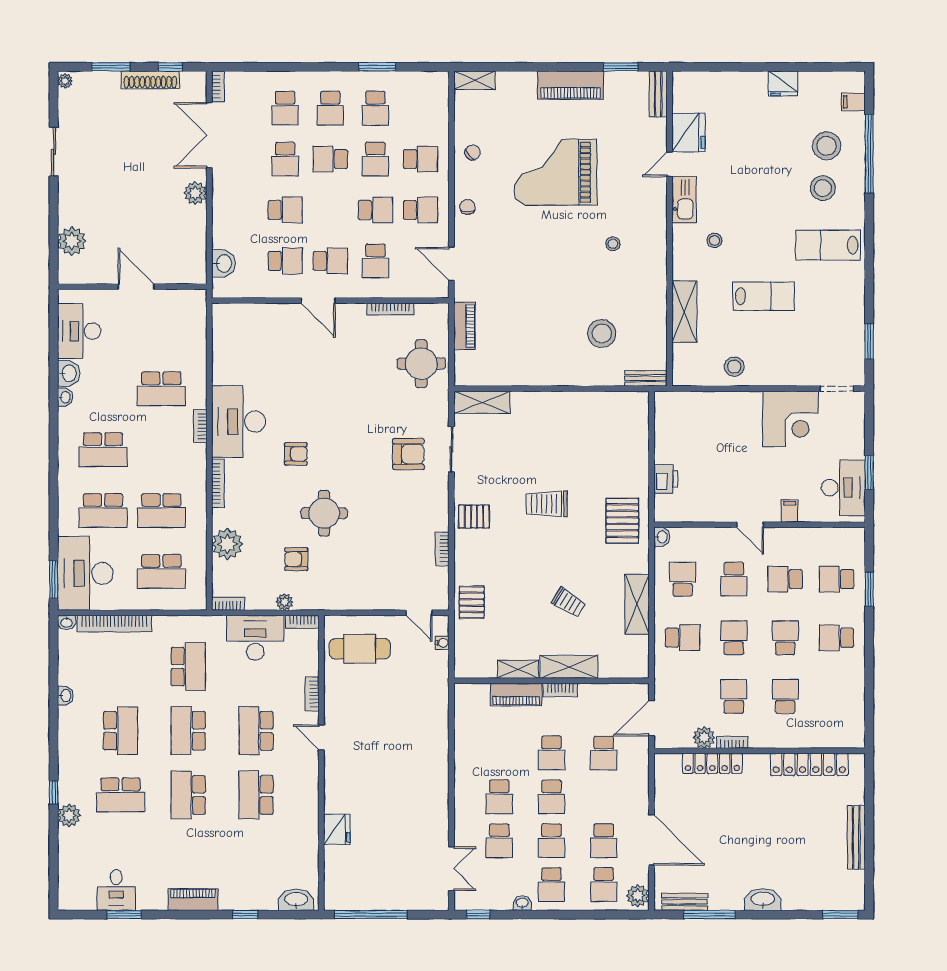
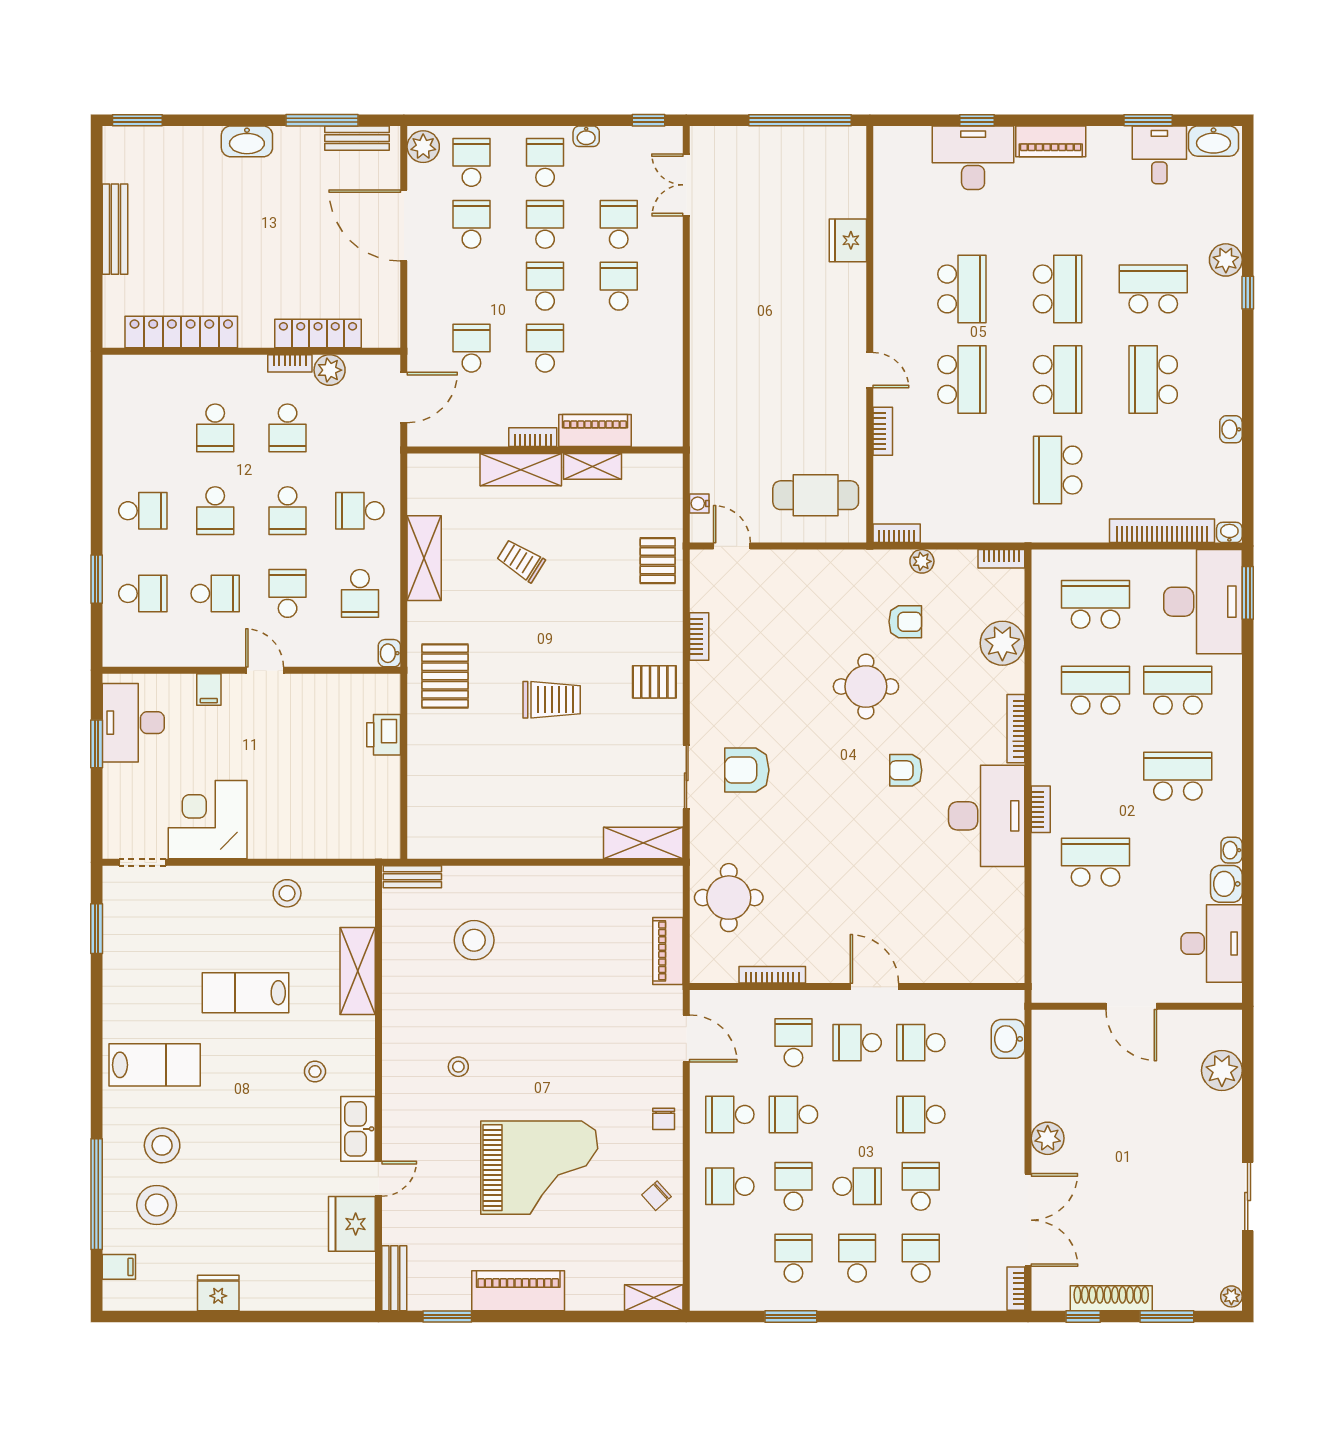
desk: (255, 638) -> (973, 158), moved, turned 180
washbasin: (296, 900) -> (1213, 141), moved

